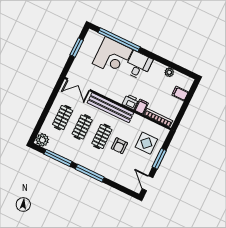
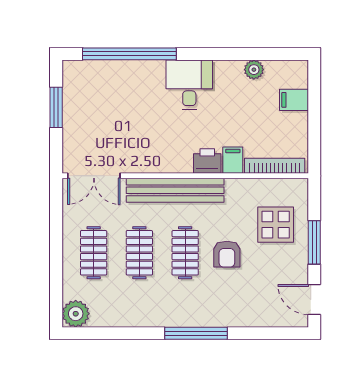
corner desk: (112, 57) -> (132, 92), removed
window: (58, 158) -> (121, 333), removed

